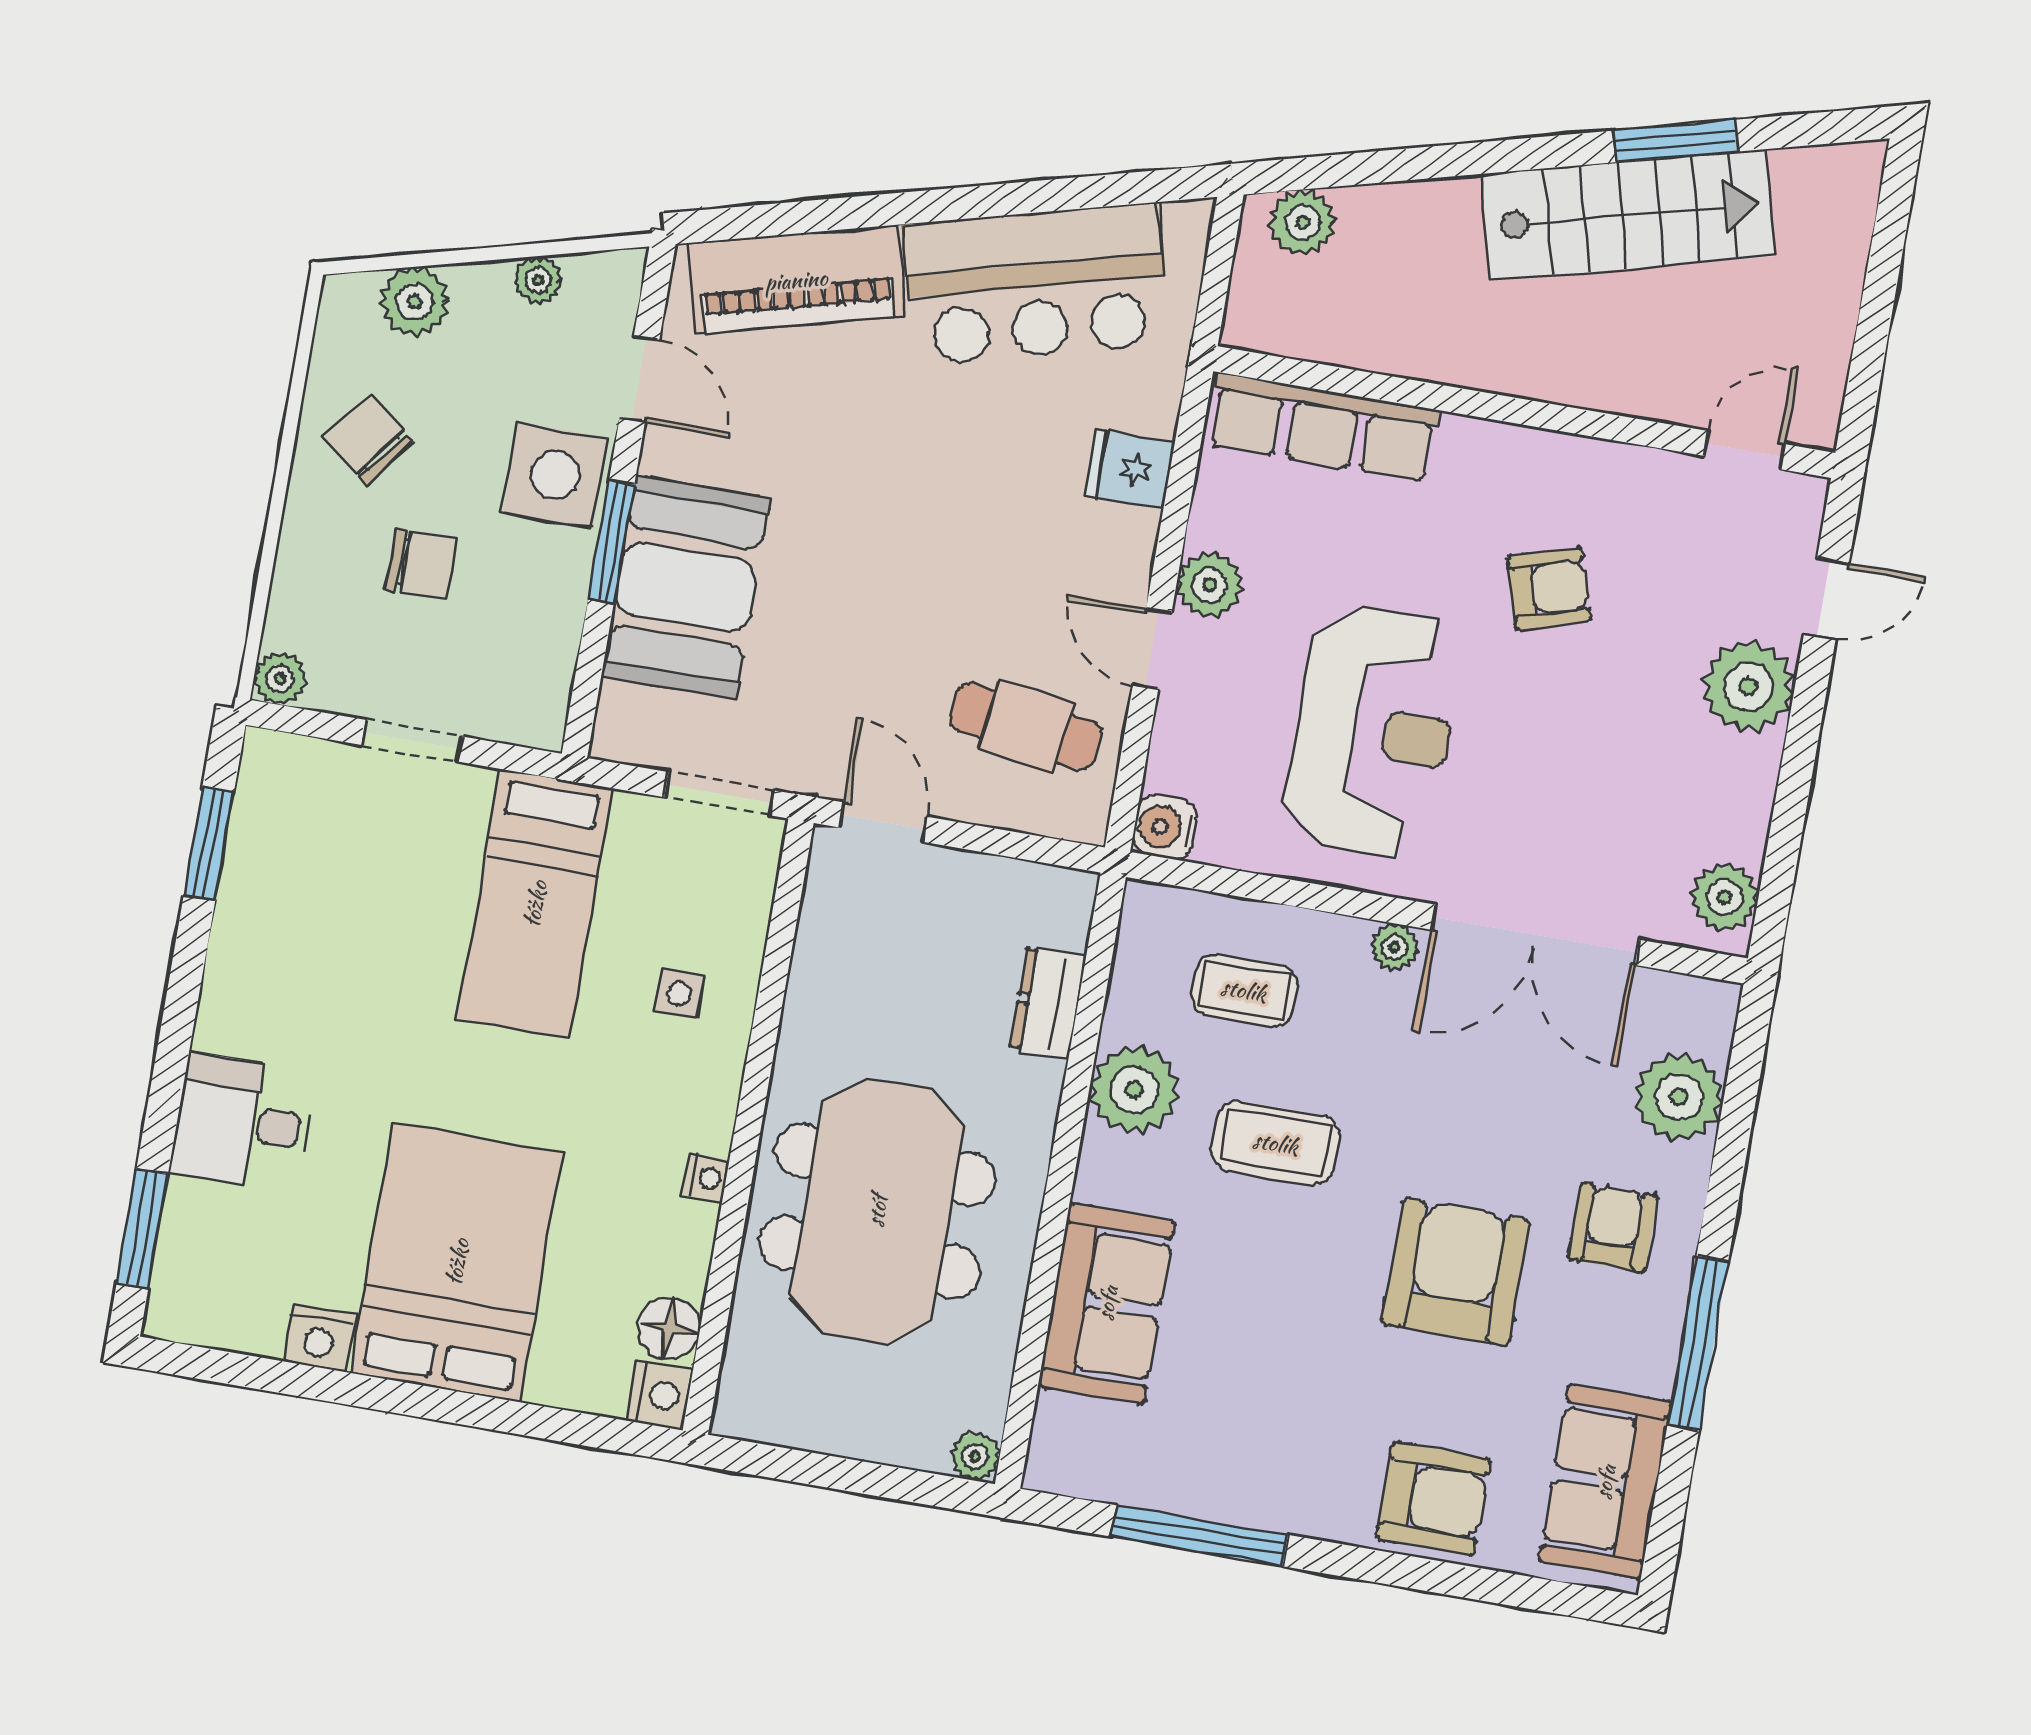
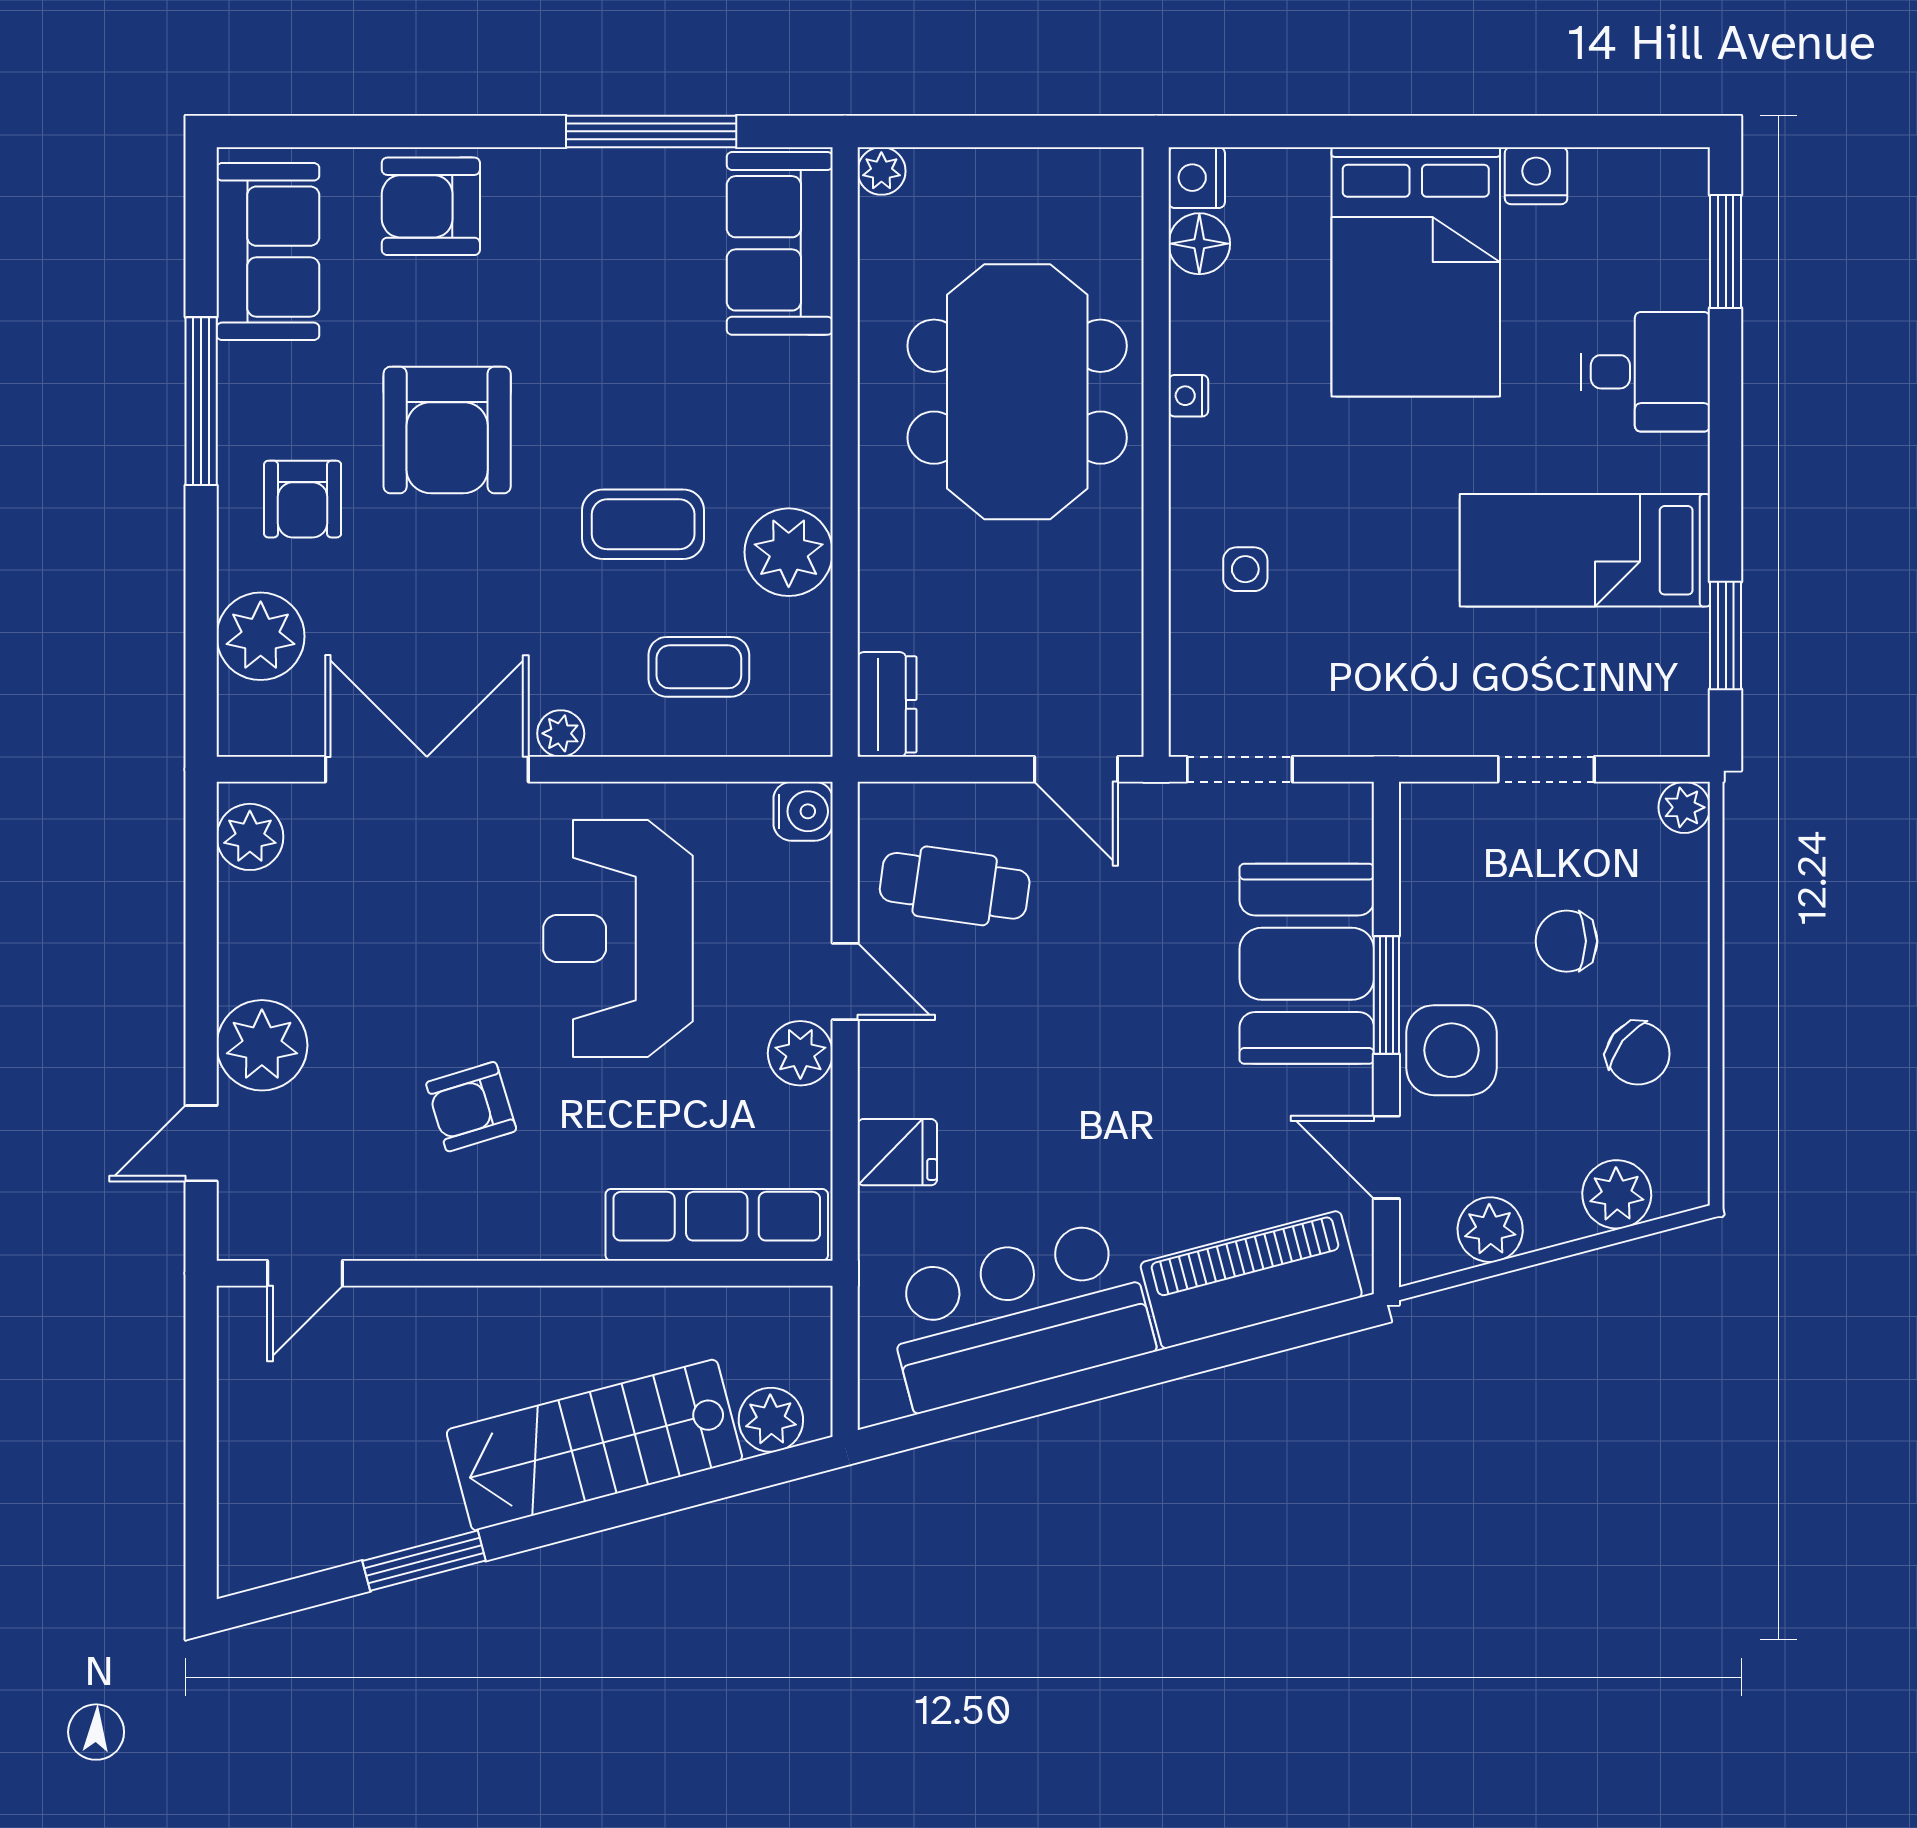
stairs: (1628, 215) -> (594, 1445), moved
plant: (538, 280) -> (1490, 1230), width x1.38, depth x1.38
bed: (535, 904) -> (1585, 550), moved, turned -90
dresser: (1048, 1002) -> (887, 704), moved
sofa: (1107, 1303) -> (780, 243), moved

